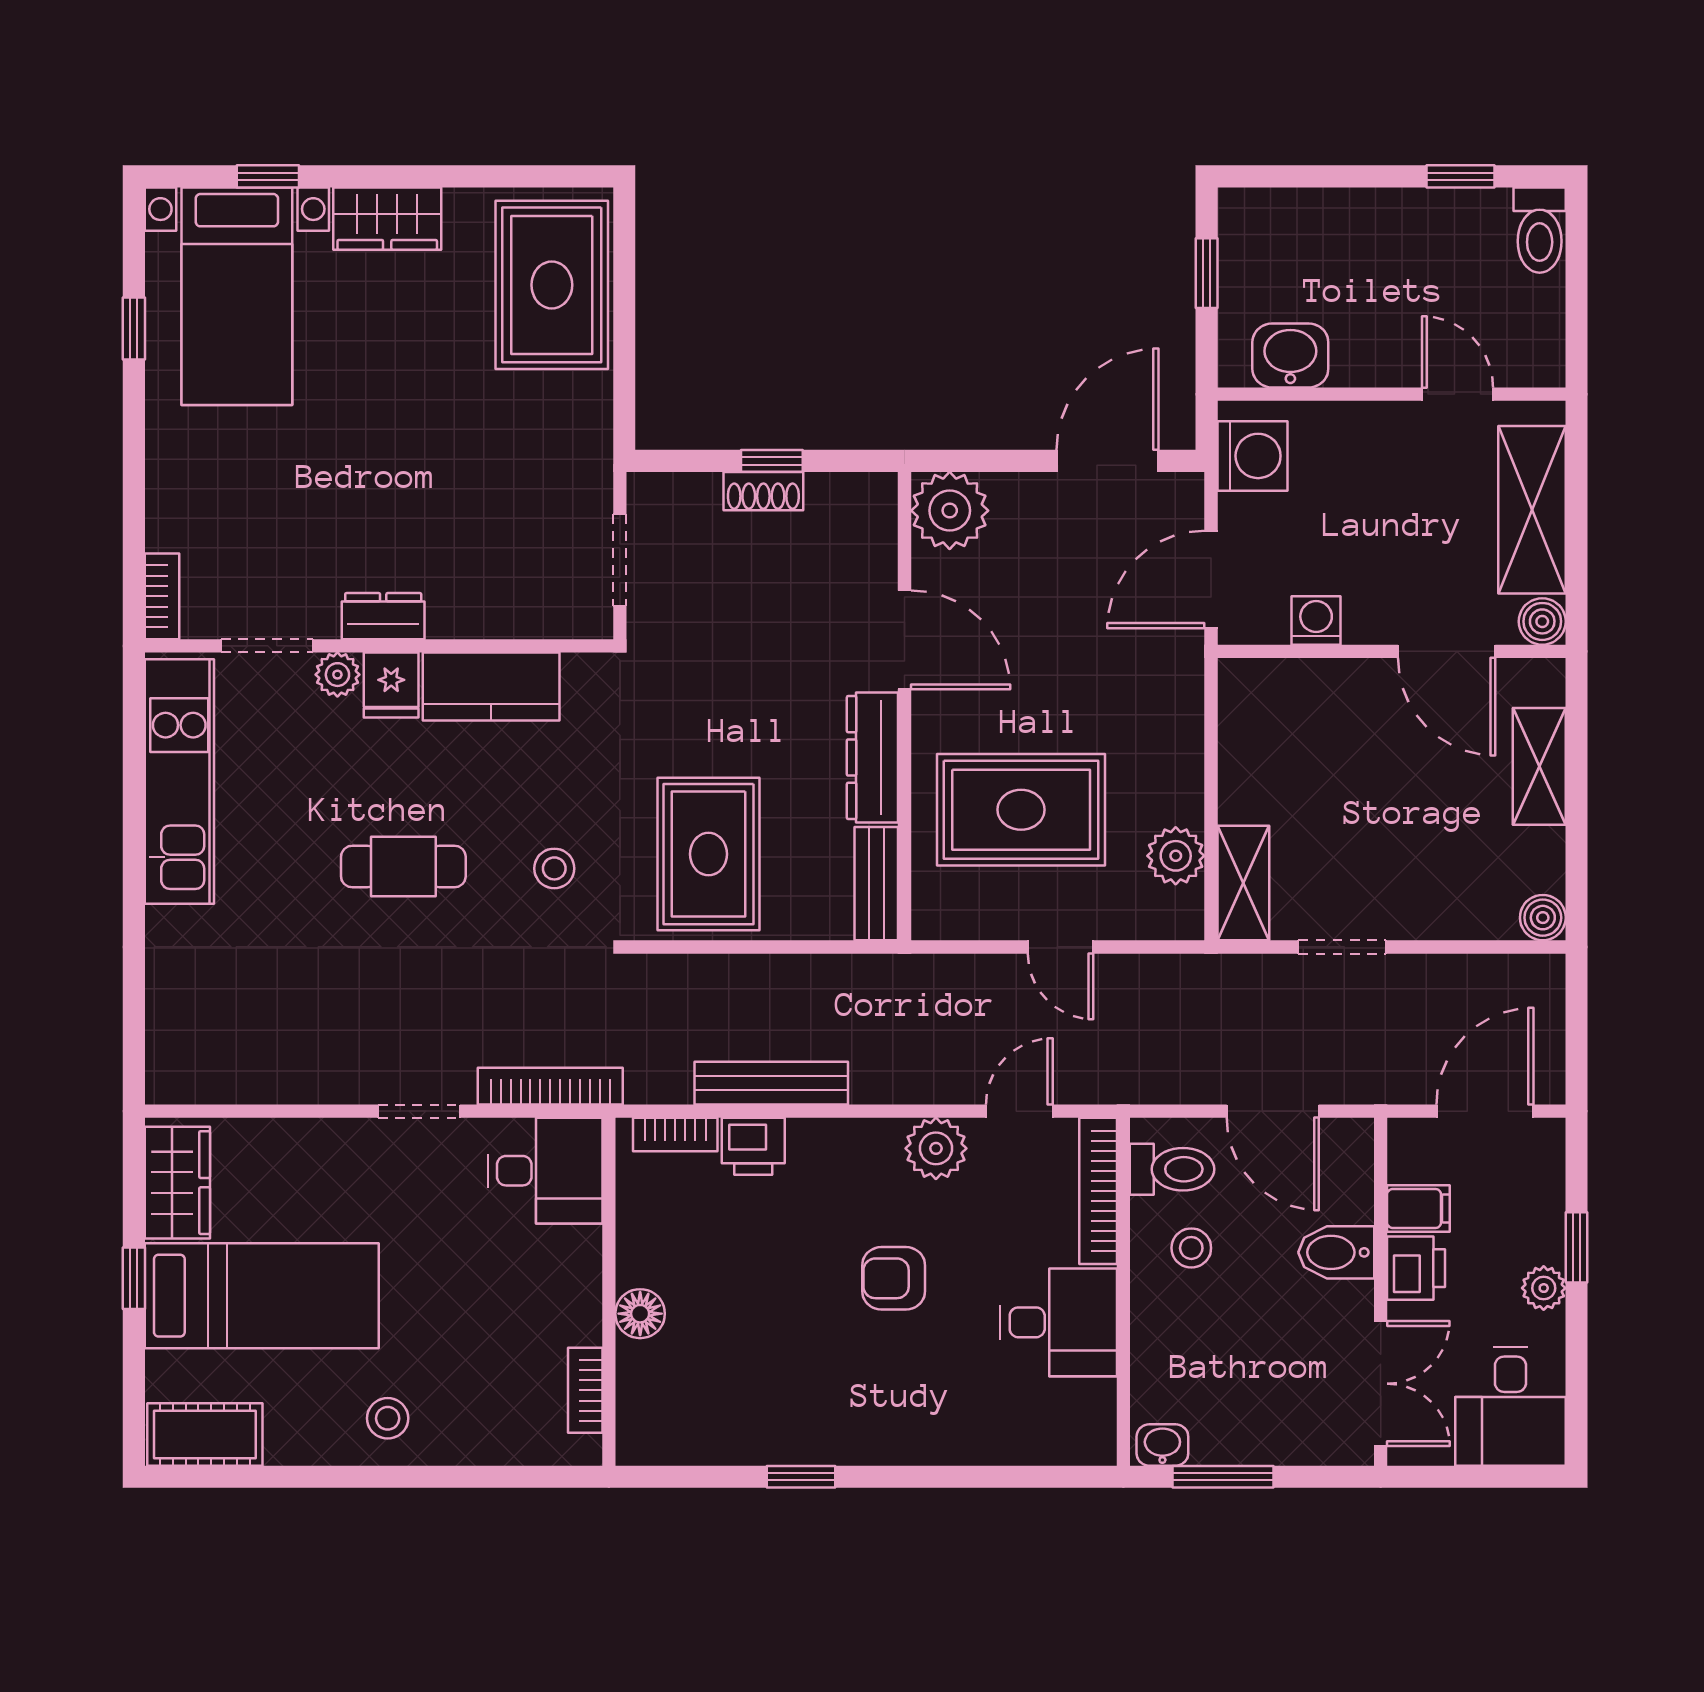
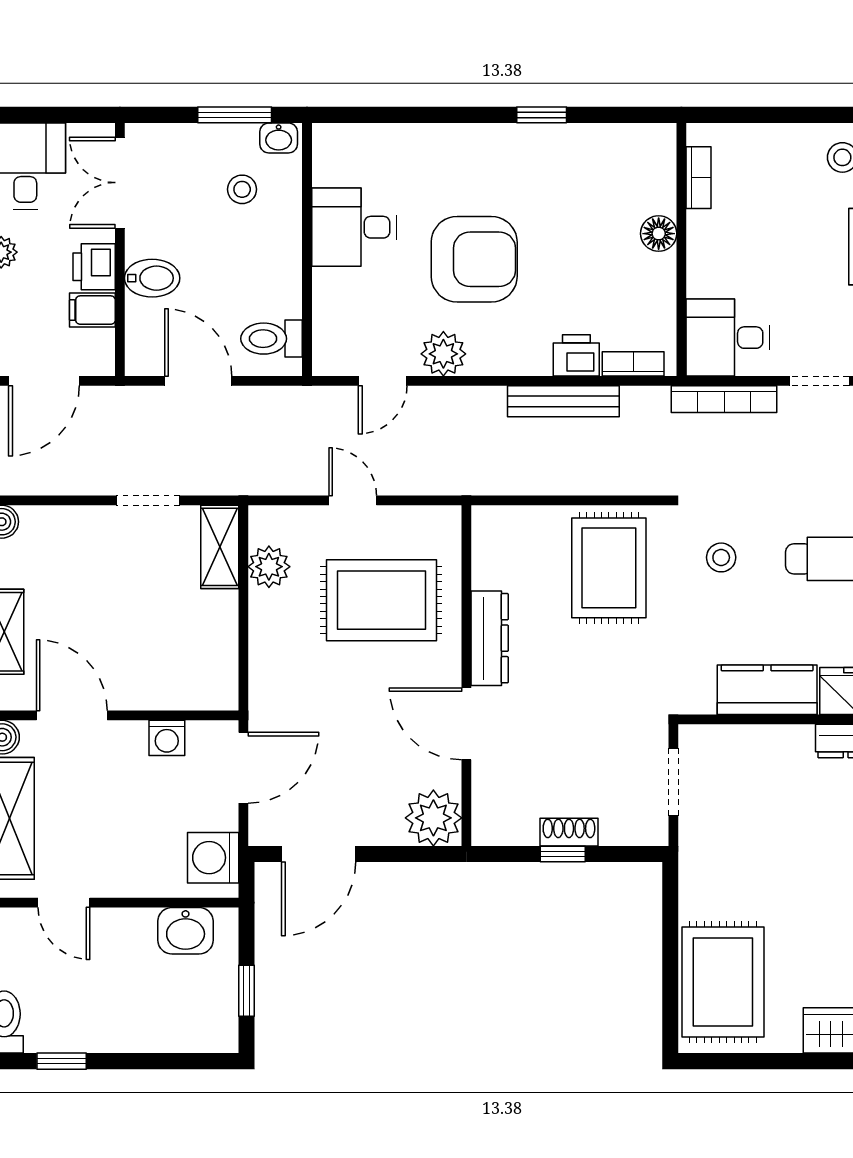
bench: (876, 884) -> (487, 546), removed
bookcase: (1098, 1191) -> (325, 323), removed
stool: (1191, 1248) -> (242, 189), moved
armchair: (894, 1278) -> (474, 259), width x1.88, depth x1.88

